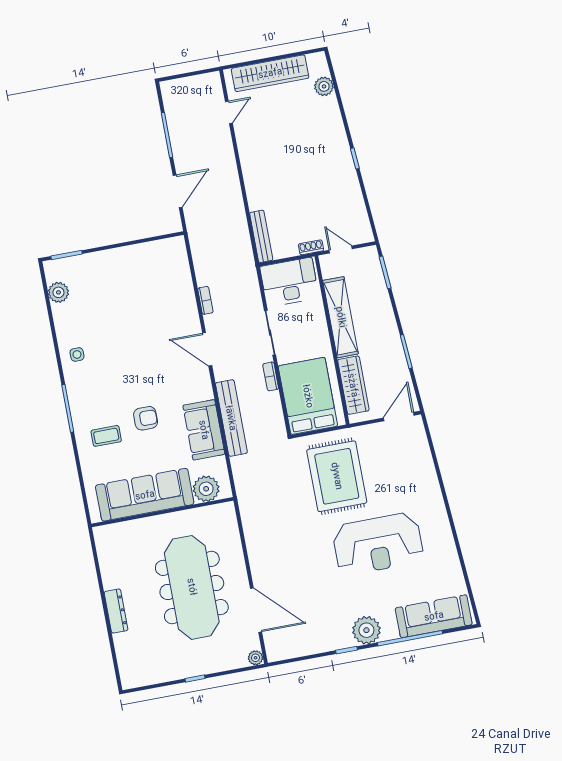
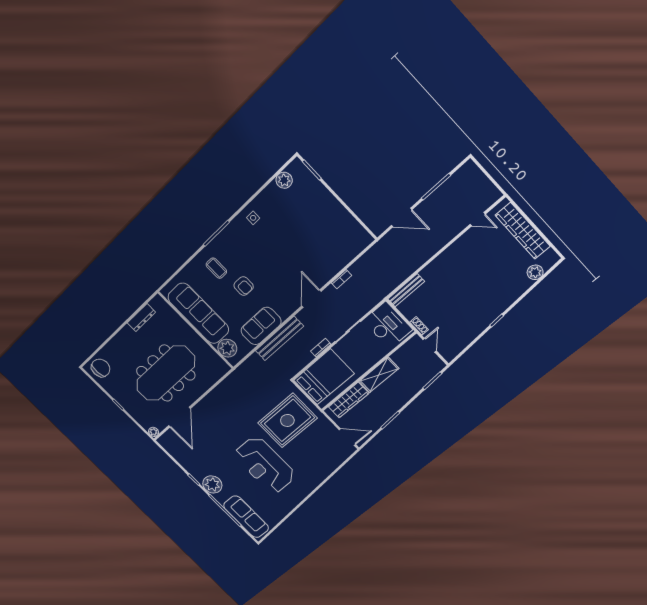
shelving: (341, 317) -> (379, 375), width x0.68
dresser: (116, 611) -> (141, 318), moved
chair: (137, 666) -> (101, 368), added

